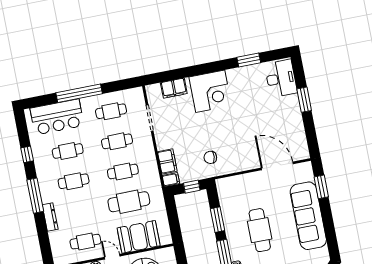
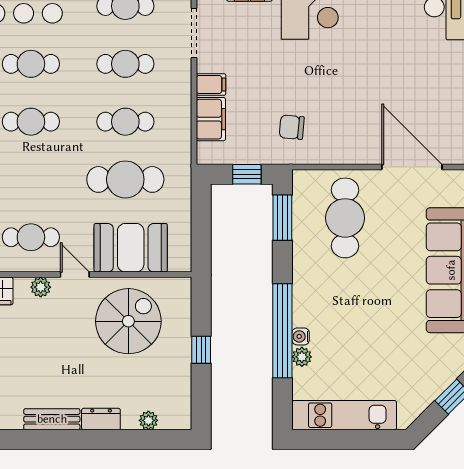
filing cabinet: (171, 180) -> (211, 85), moved
window: (218, 220) -> (282, 218), moved
cafe table: (260, 230) -> (345, 218), moved

